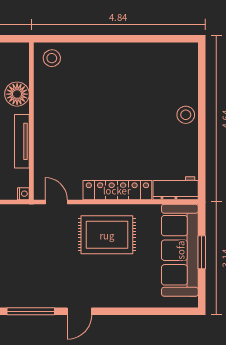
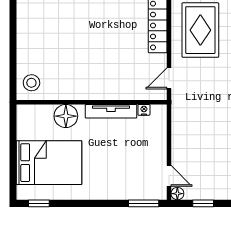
nightstand: (23, 194) -> (144, 110), moved

